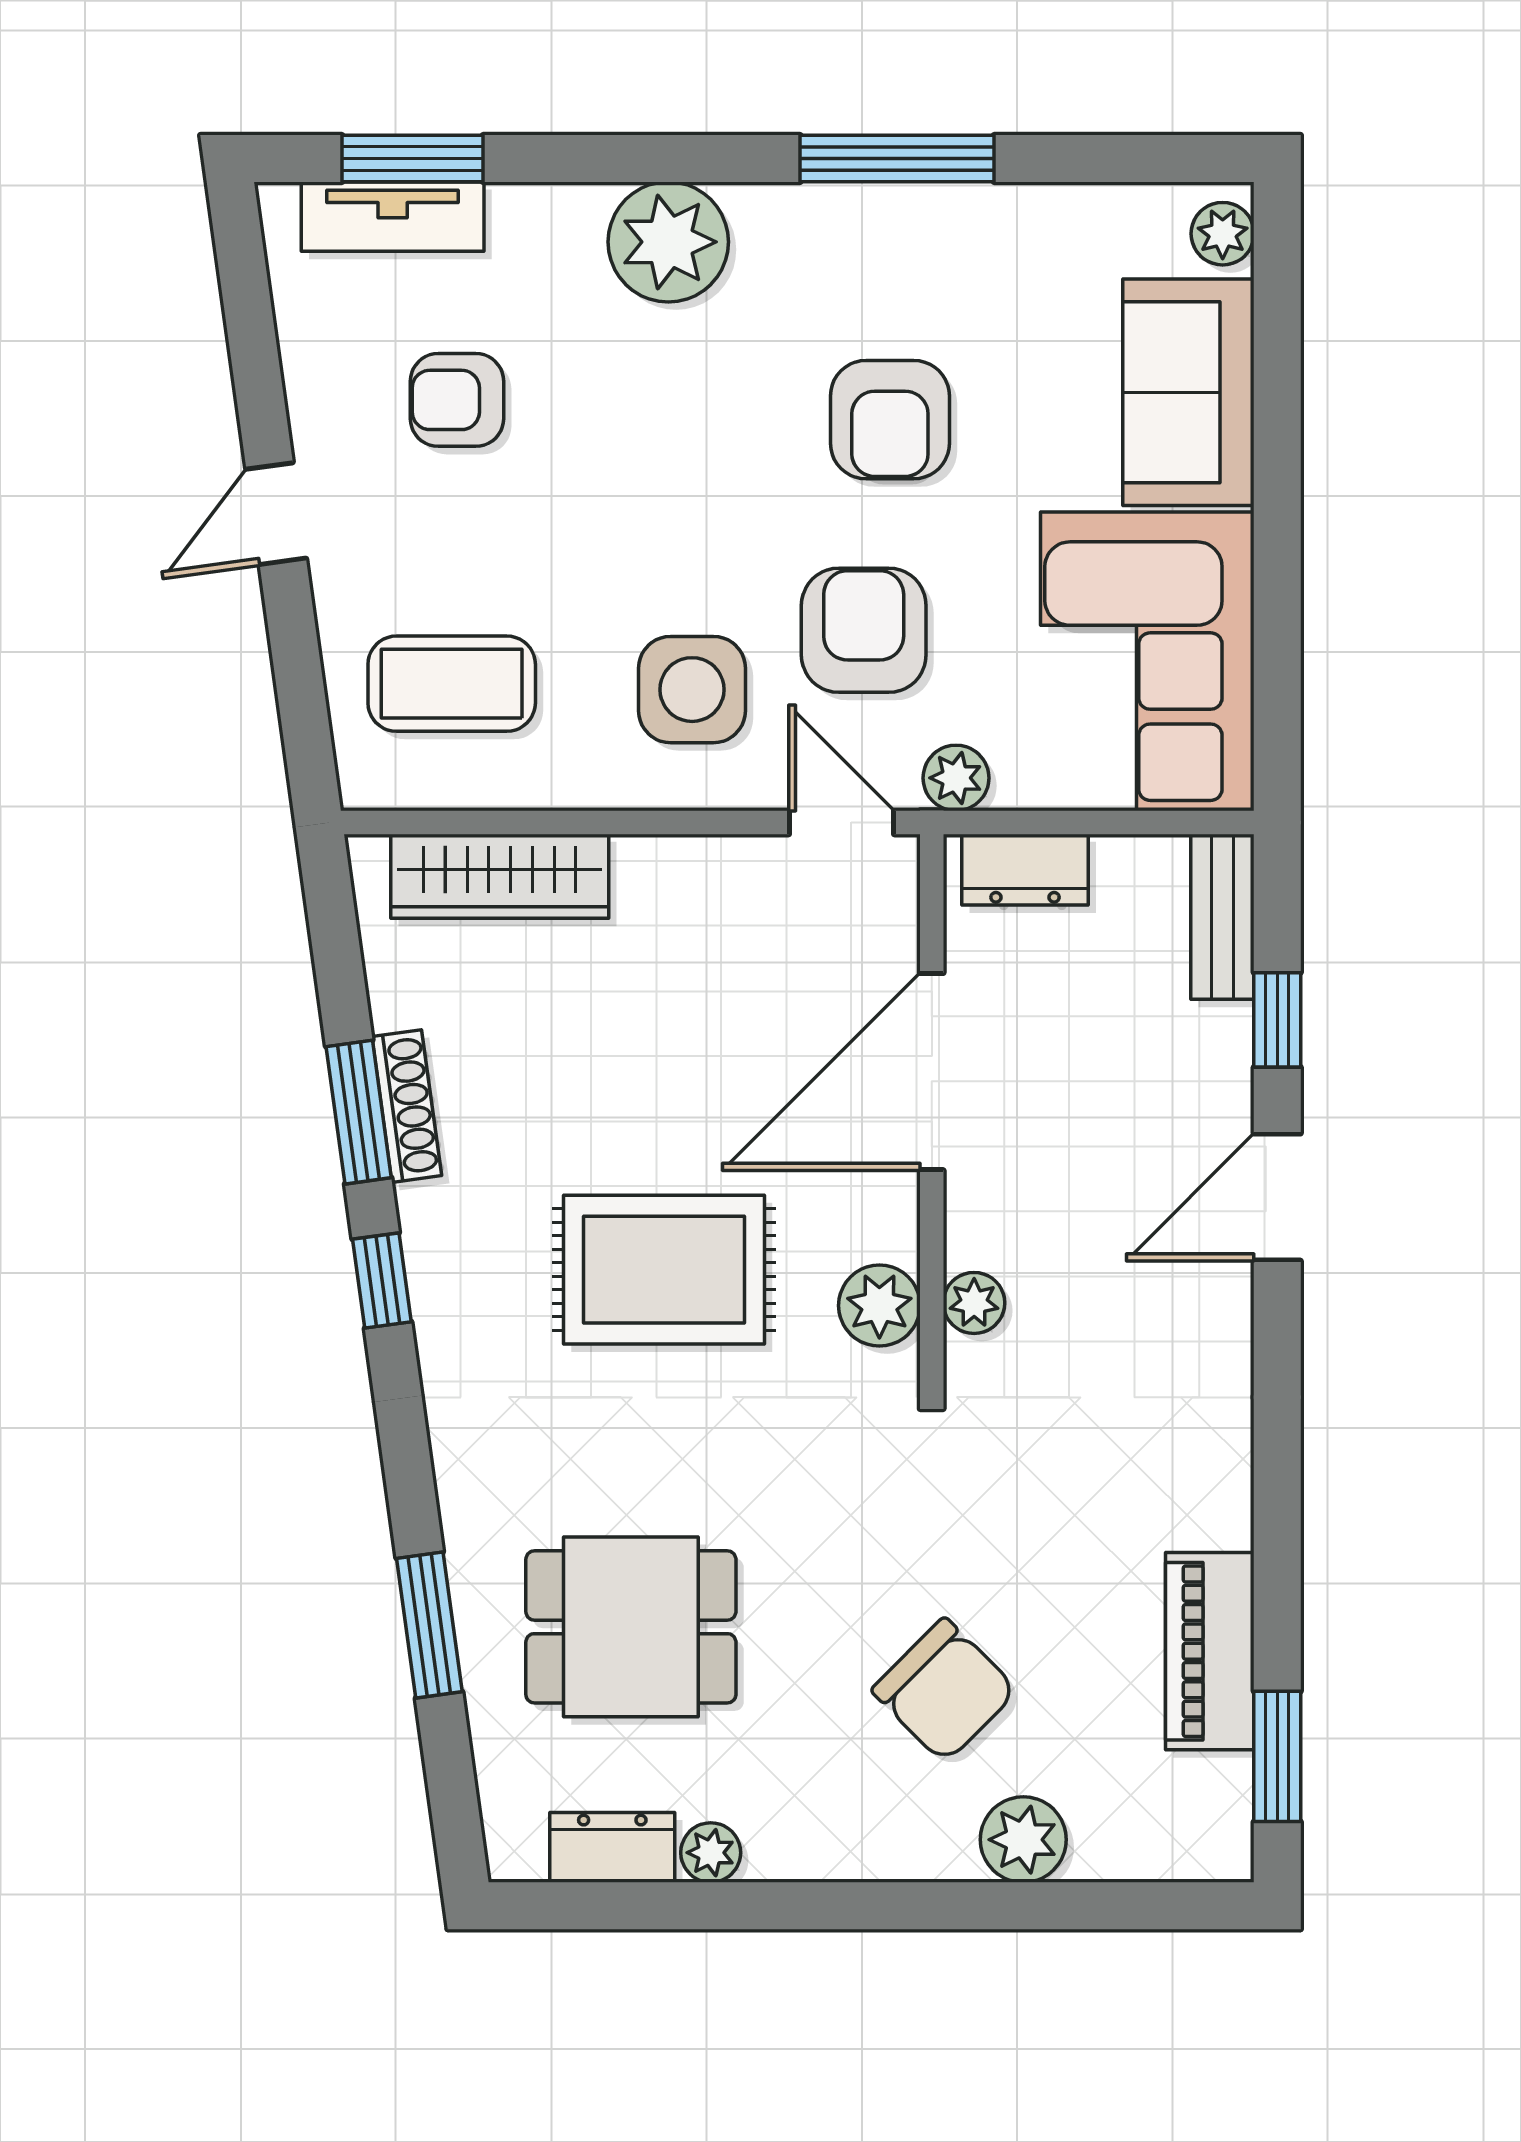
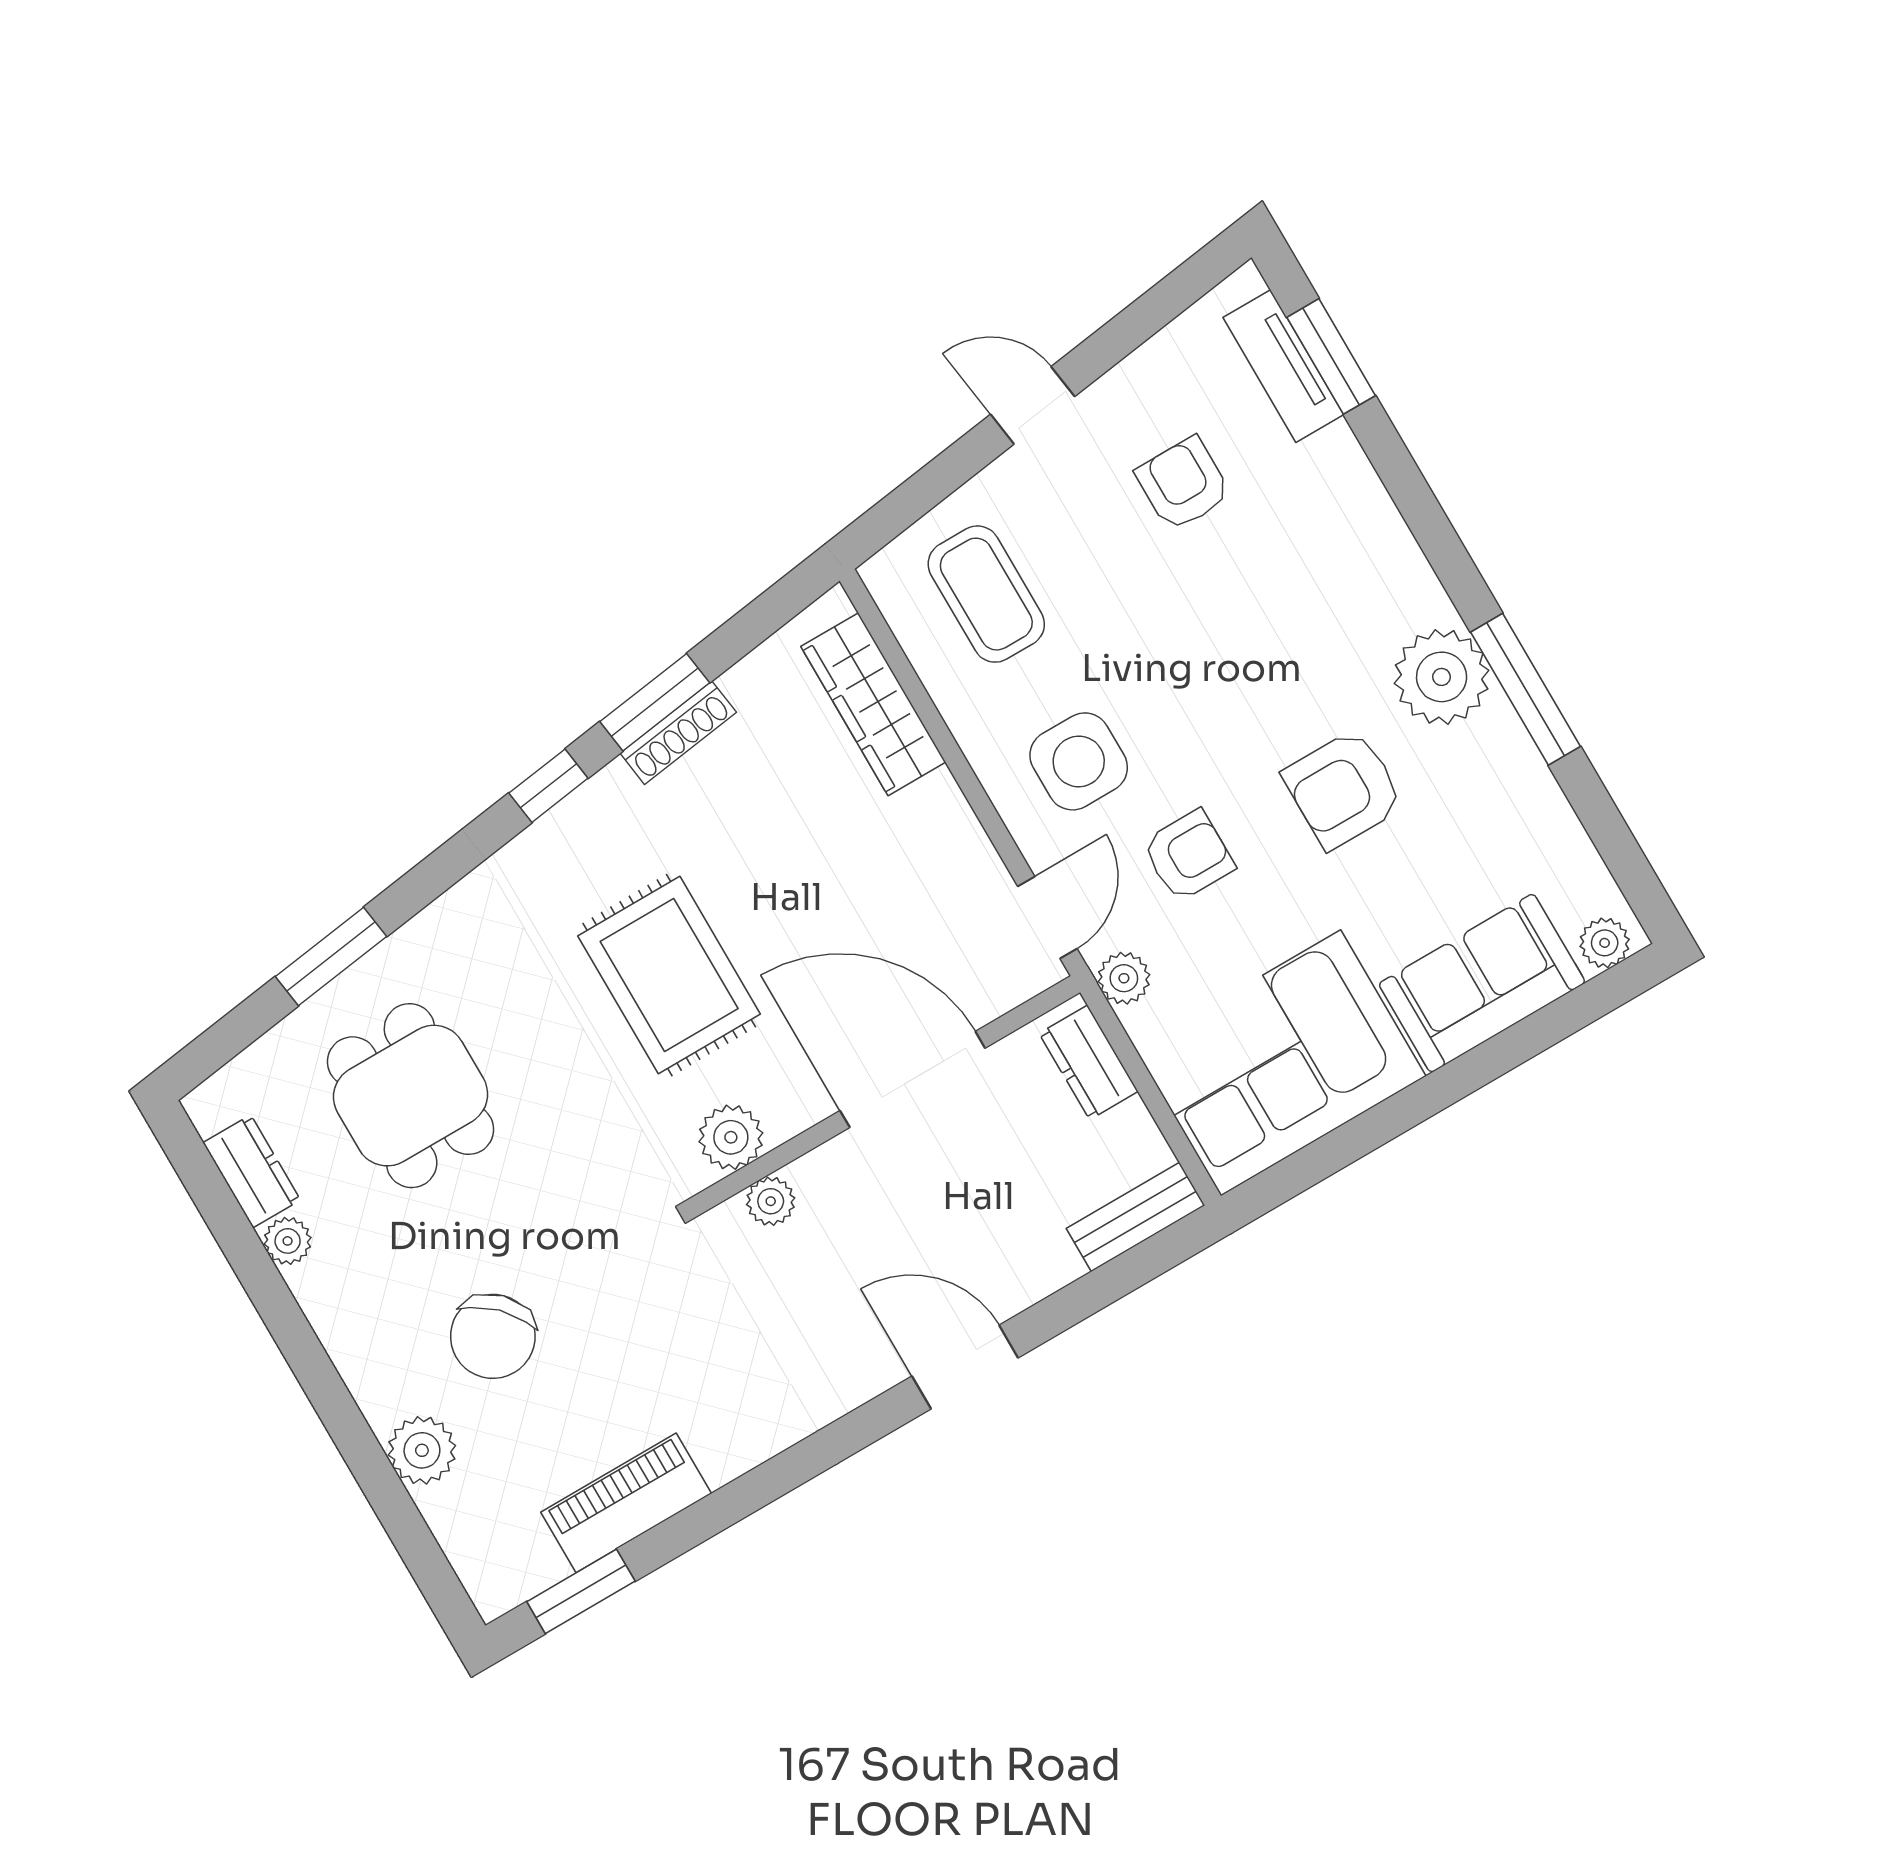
plant: (668, 242) -> (1442, 677), moved
armchair: (864, 630) -> (1188, 856), width x0.72, depth x0.72
window: (1277, 1020) -> (1087, 1296), removed

